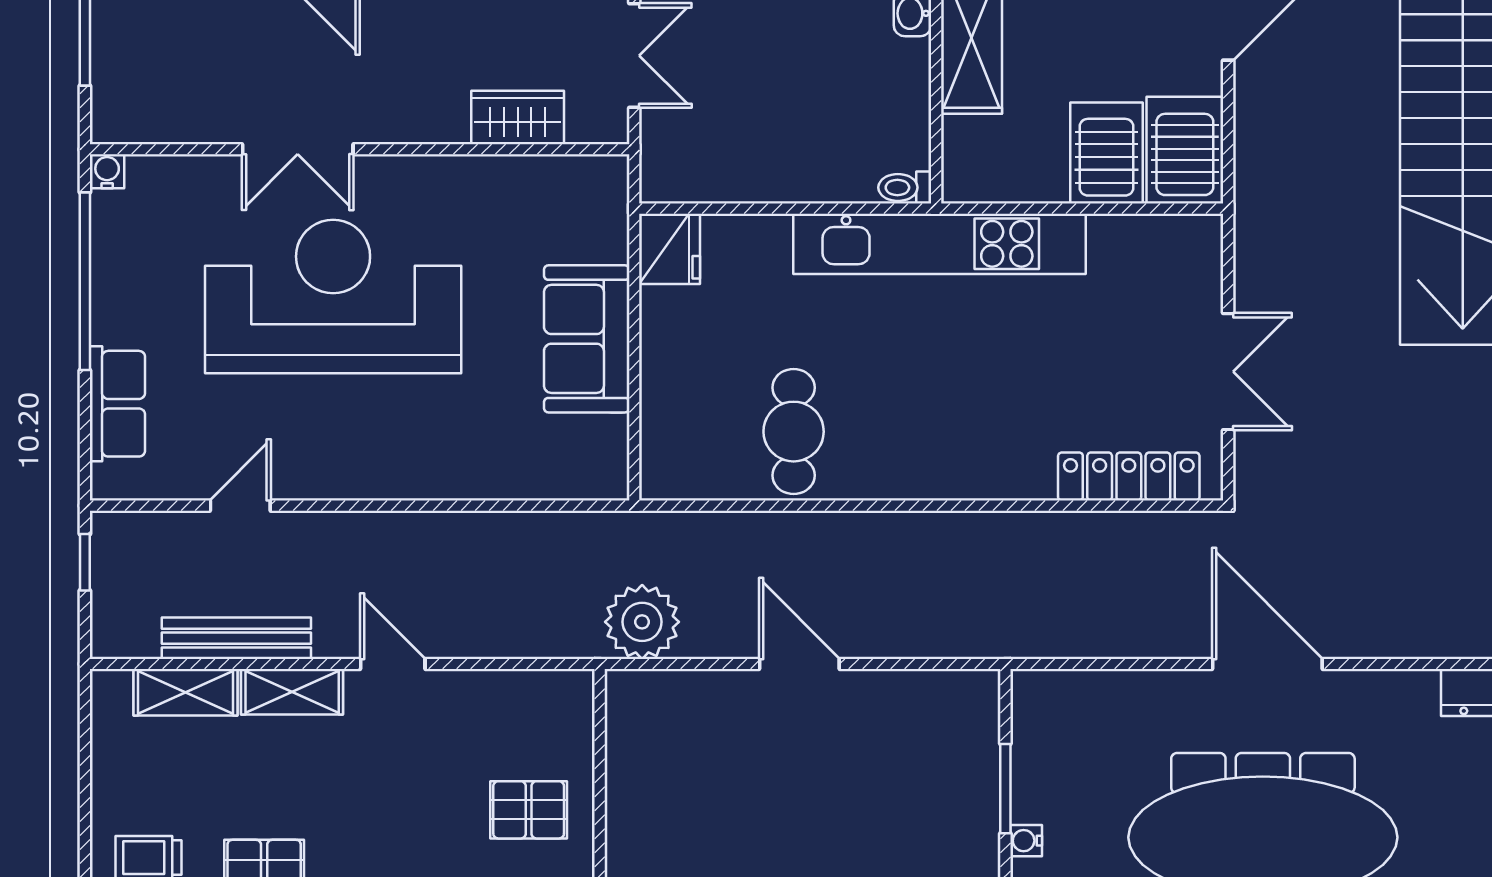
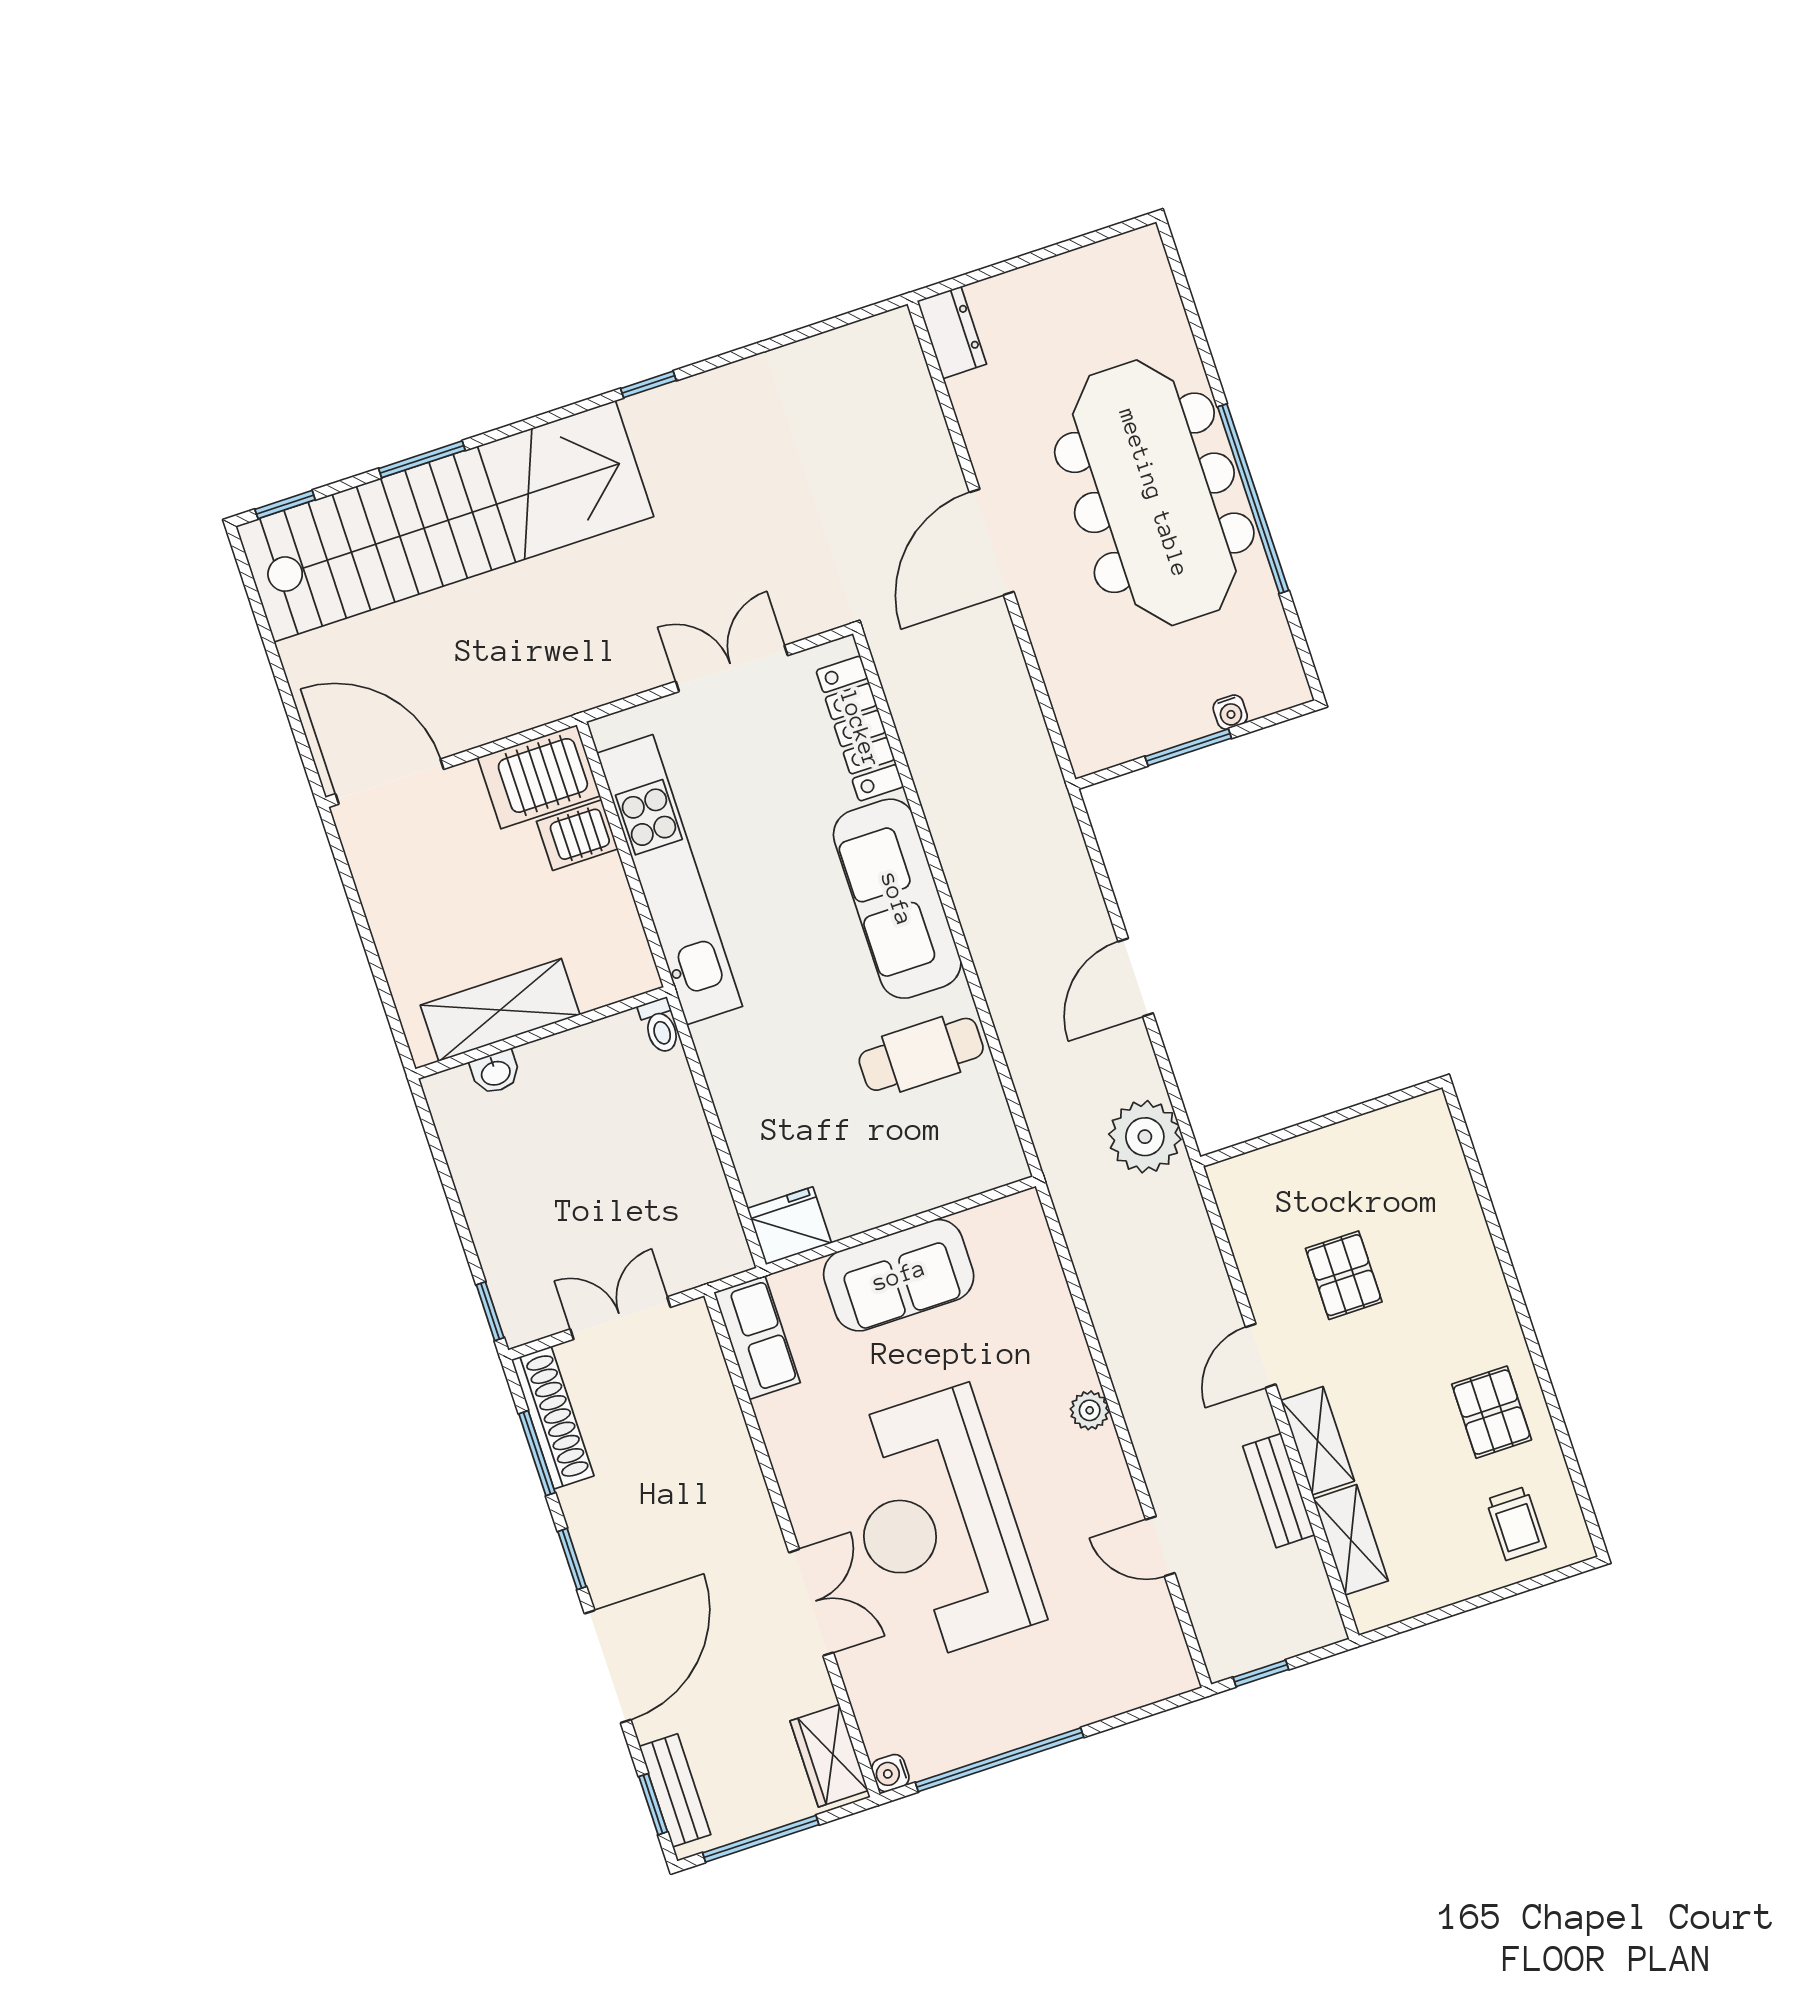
wardrobe: (518, 117) -> (829, 1756), moved
server rack: (1106, 153) -> (577, 835), width x0.73, depth x0.70
kitchen unit: (940, 244) -> (670, 880), moved
row of seats: (117, 404) -> (757, 1338), moved, turned 90
sofa: (952, 458) -> (897, 899), added
plant: (395, 481) -> (1090, 1410), added
bench: (236, 638) -> (1279, 1491), width x0.73
pallet: (529, 810) -> (1344, 1275), moved

